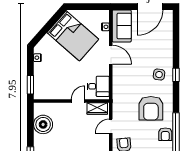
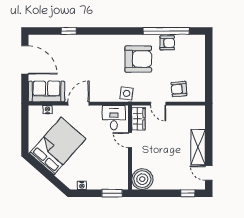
side table: (159, 75) -> (127, 93), moved
window: (176, 75) -> (69, 31), moved
boiler: (43, 124) -> (142, 179), moved

